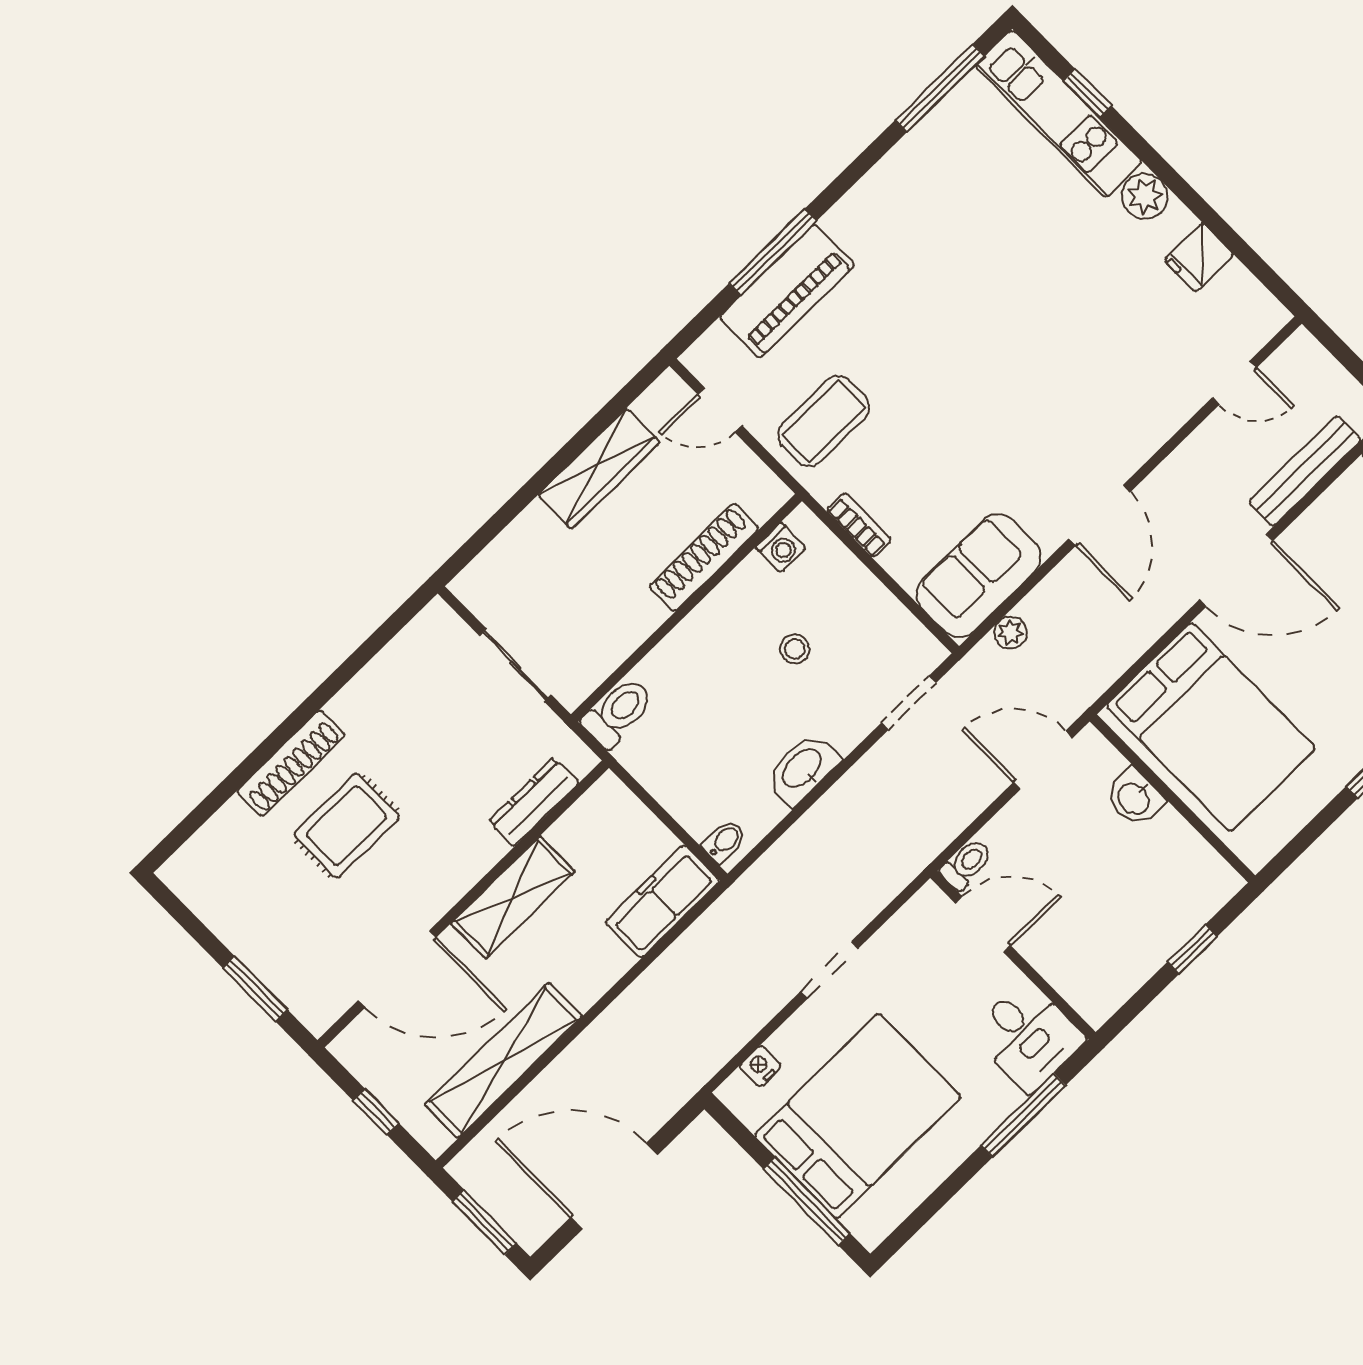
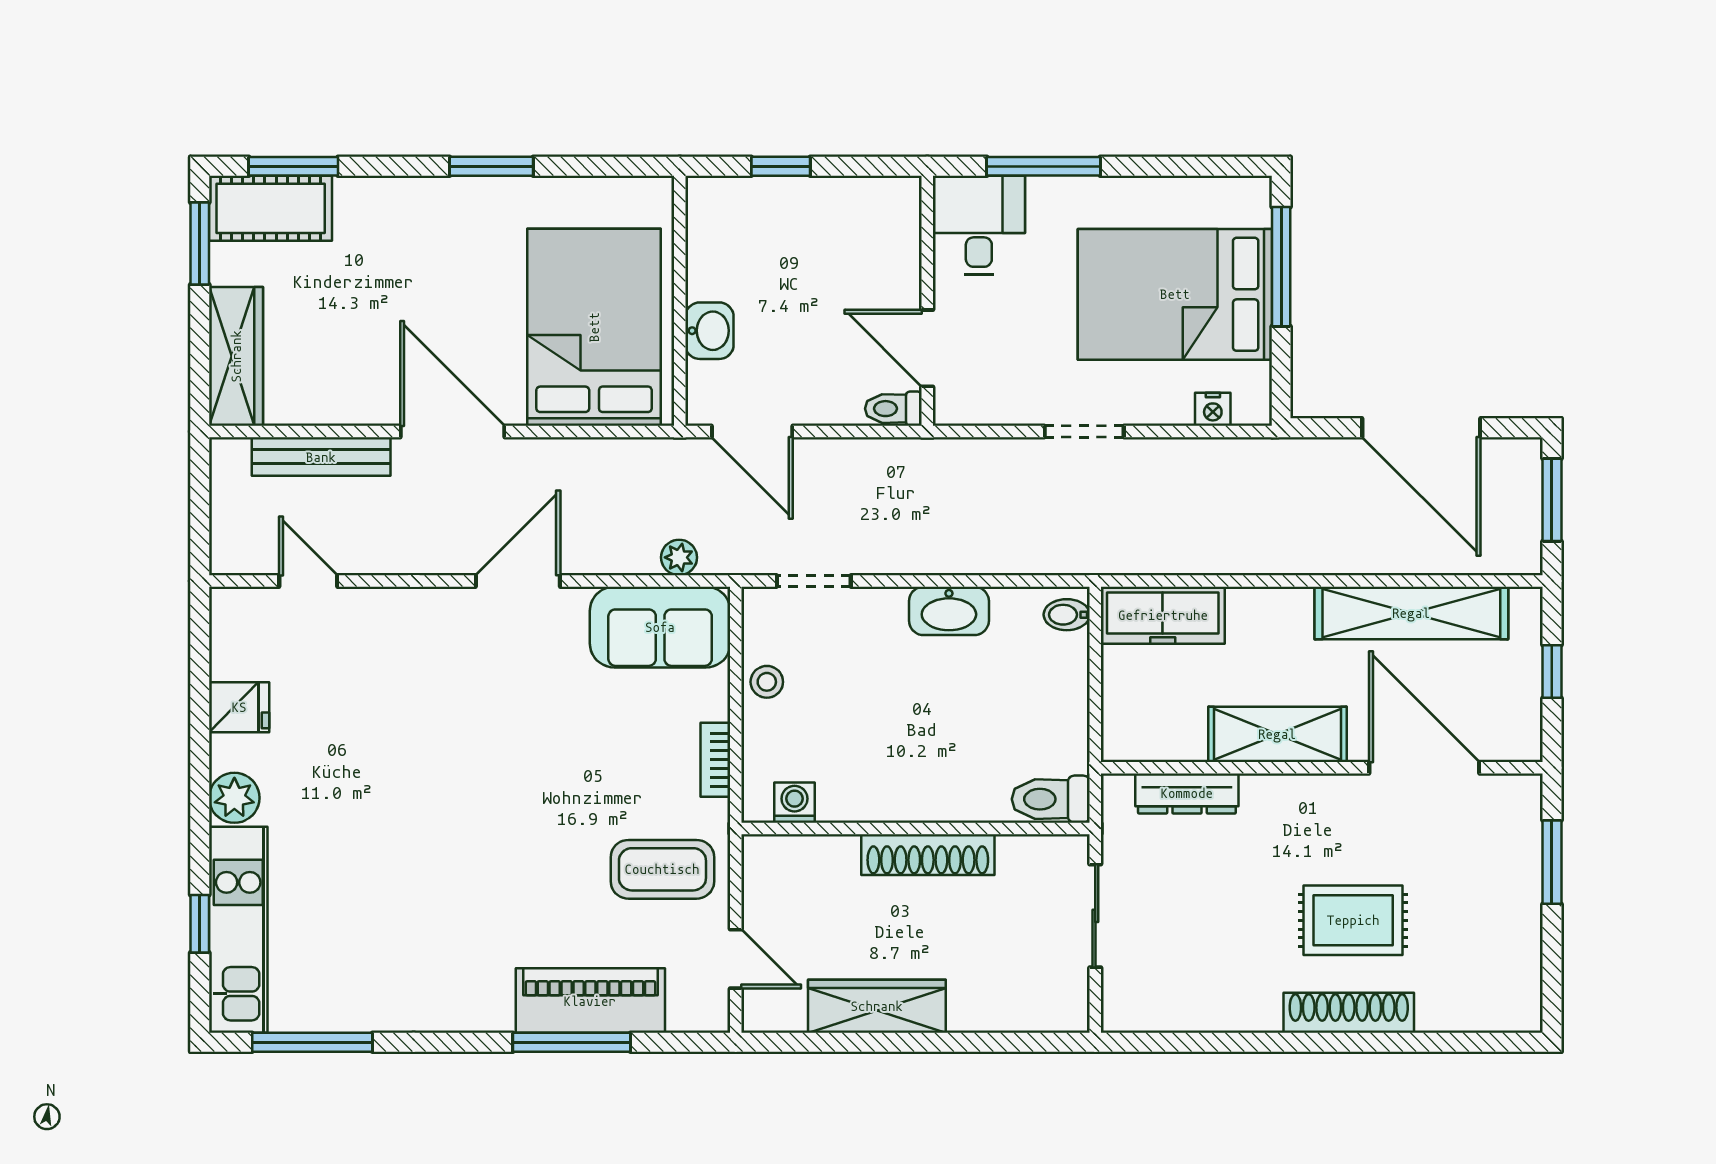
shoe rack: (704, 557) -> (928, 855), moved
stool: (795, 649) -> (767, 682), moved

